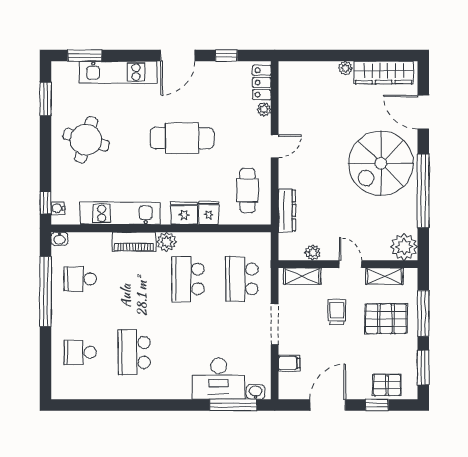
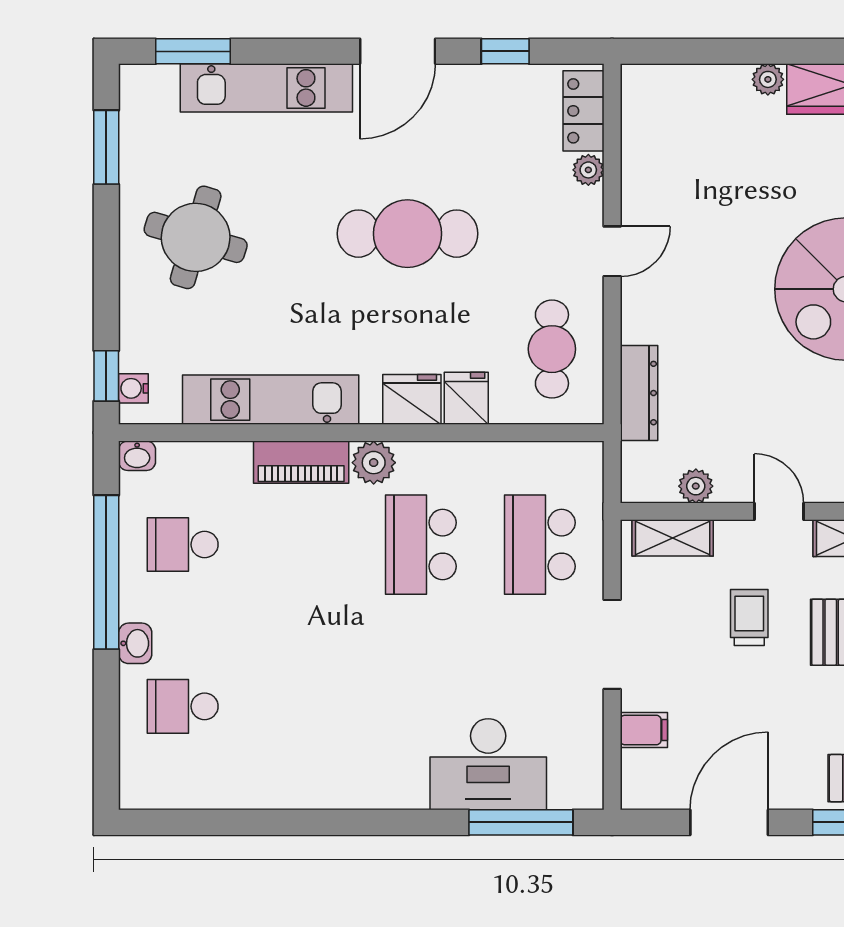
school desk: (134, 352) -> (302, 706), removed
washbasin: (256, 392) -> (135, 643), moved, turned 90

